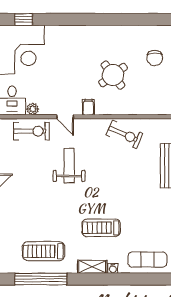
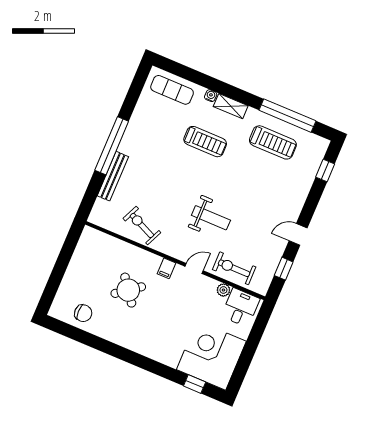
chair: (155, 58) -> (83, 313), moved, turned 90
door: (65, 117) -> (194, 269), hinge flipped
weight bench: (69, 166) -> (211, 218), turned -90

